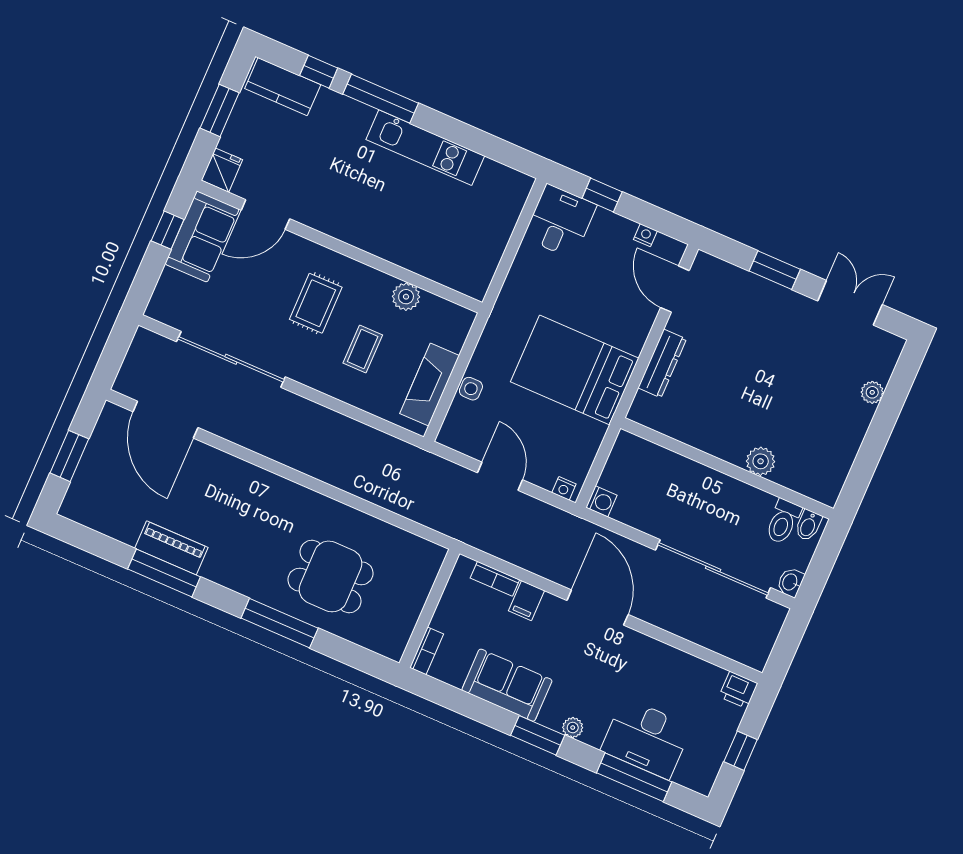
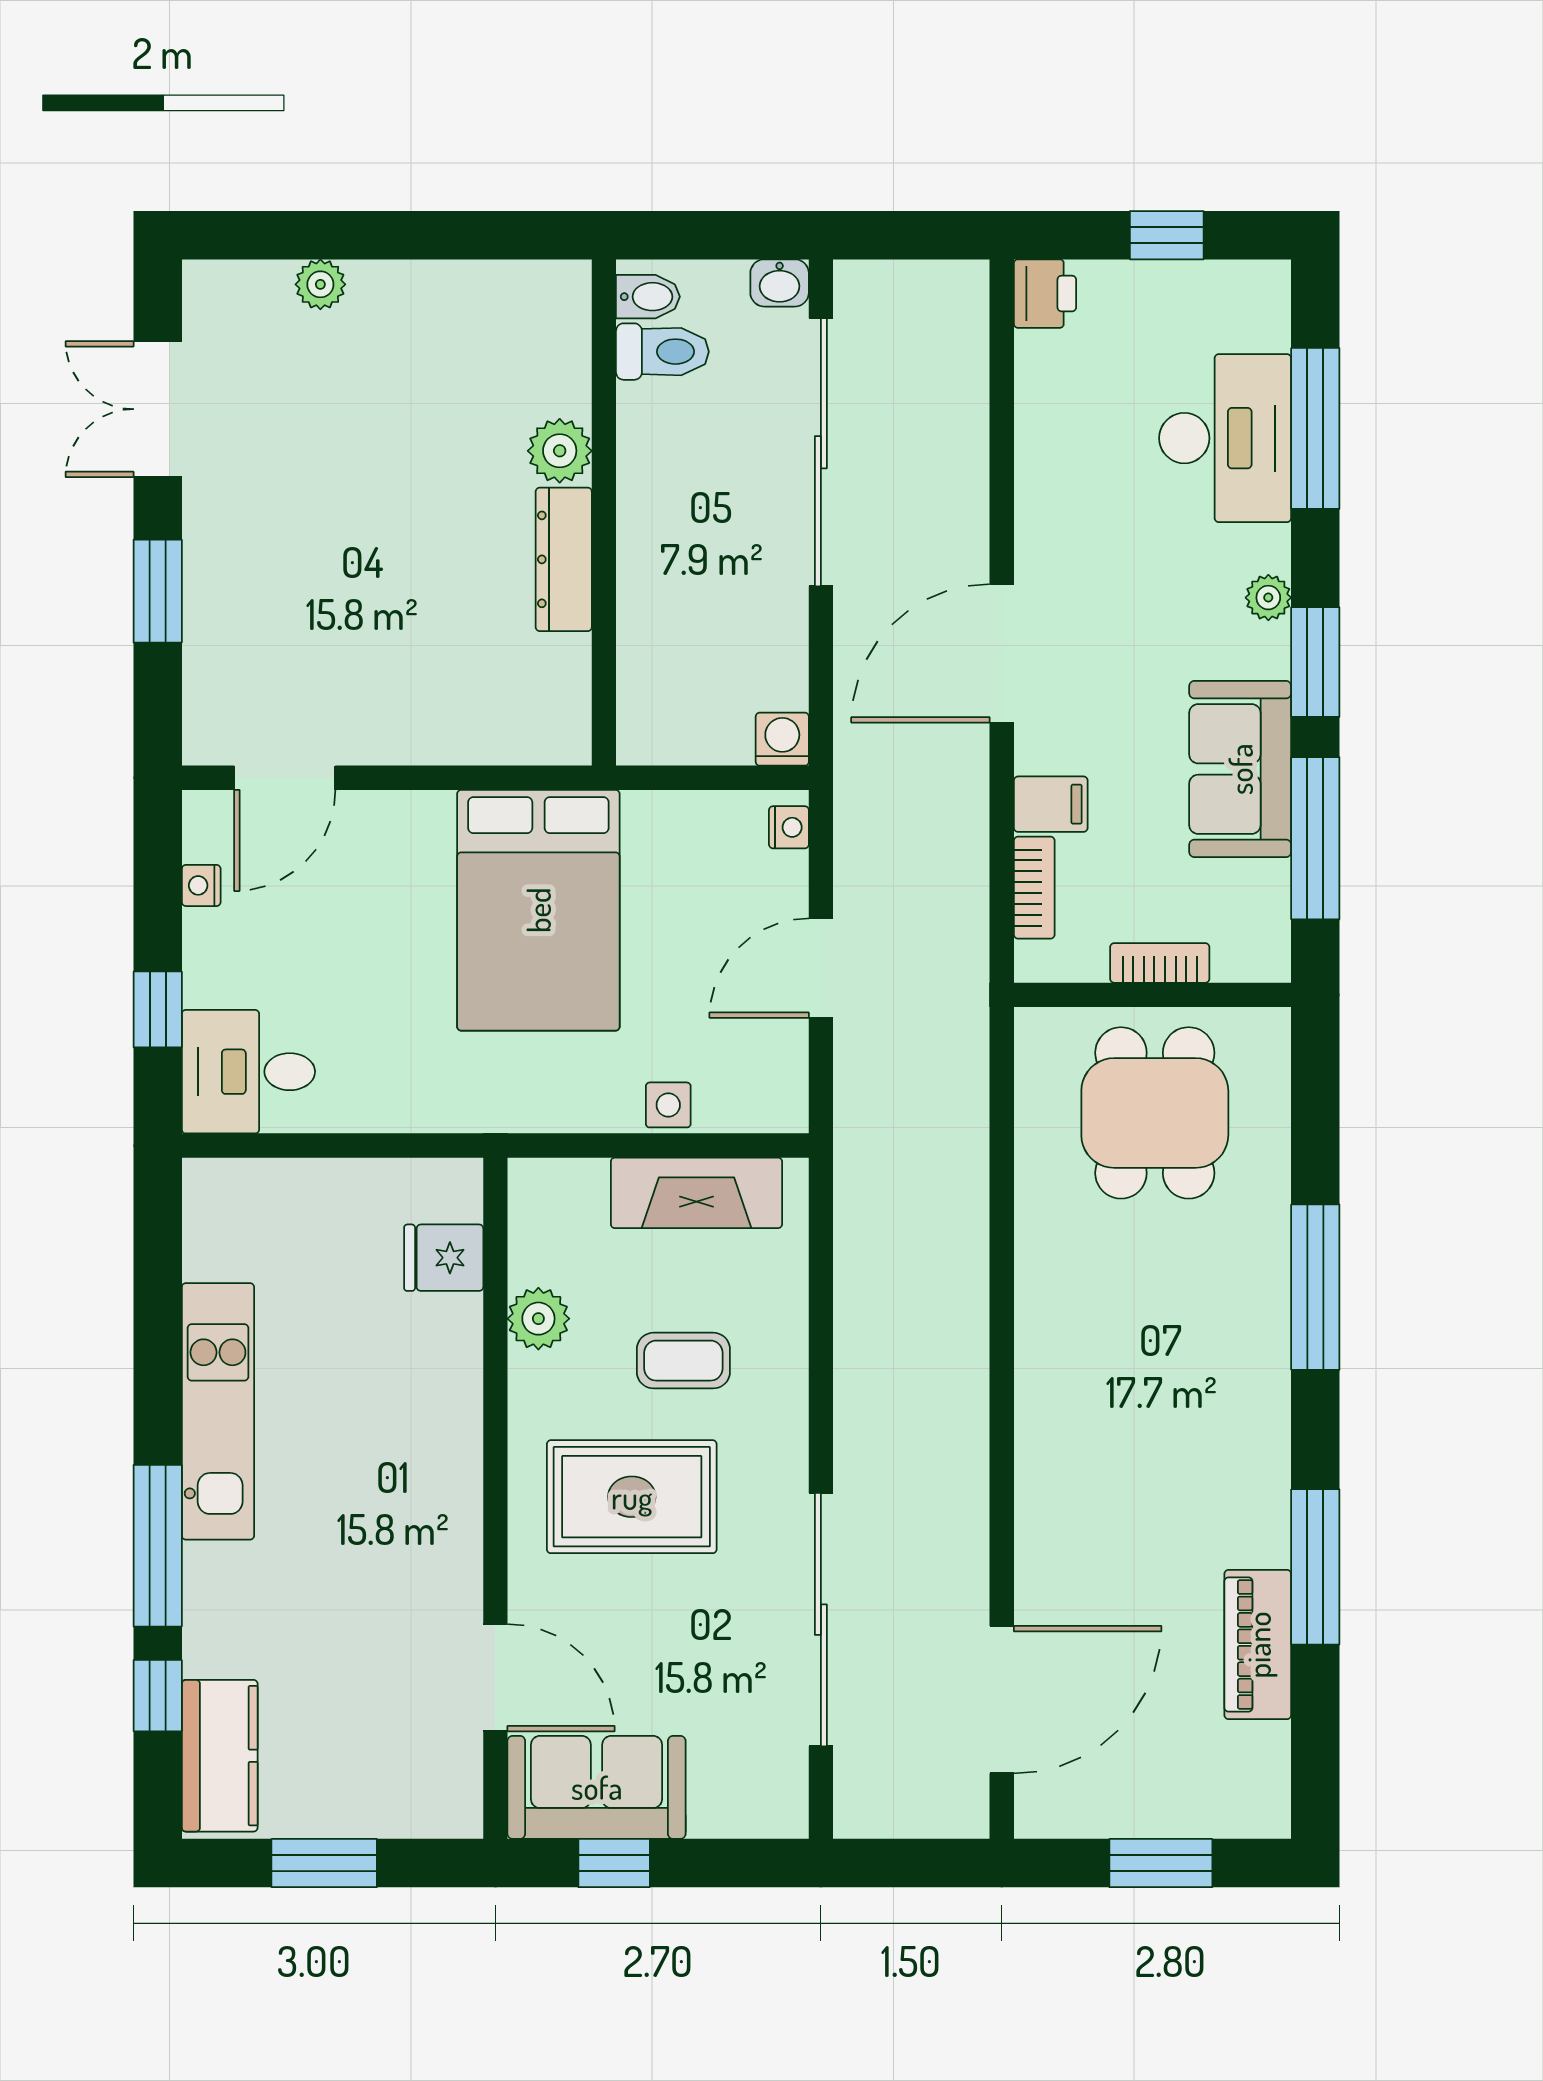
fridge: (222, 170) -> (444, 1258), moved
rug: (316, 303) -> (632, 1497), width x1.36, depth x1.43
dresser: (662, 363) -> (564, 559), moved, turned -90
piano: (171, 548) -> (1258, 1645), moved
dining table: (331, 576) -> (1155, 1113), moved
bookcase: (427, 651) -> (1160, 963), moved
window: (465, 704) -> (1315, 838), added

